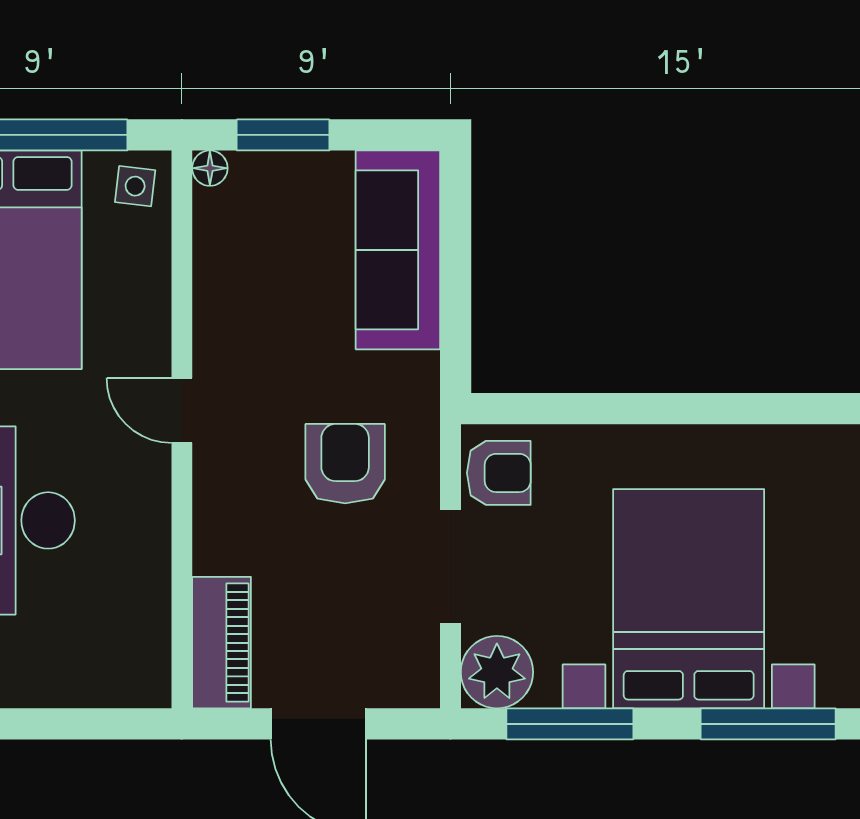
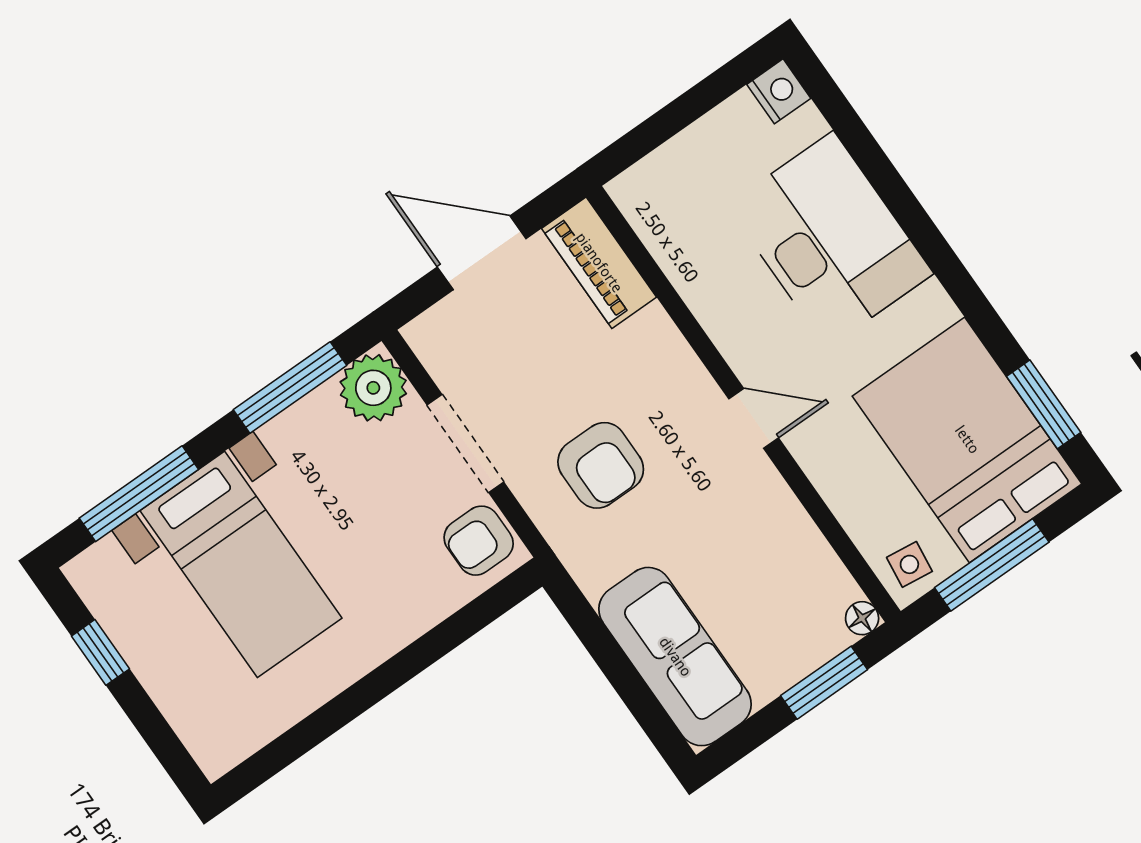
bed with nightstands: (689, 599) -> (241, 564), width x0.73

